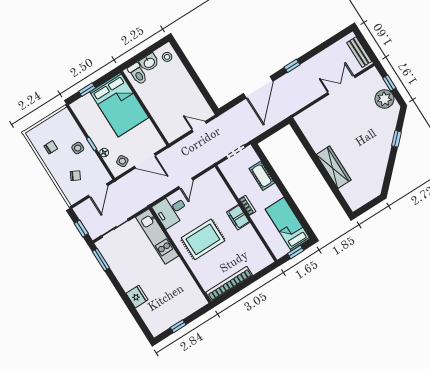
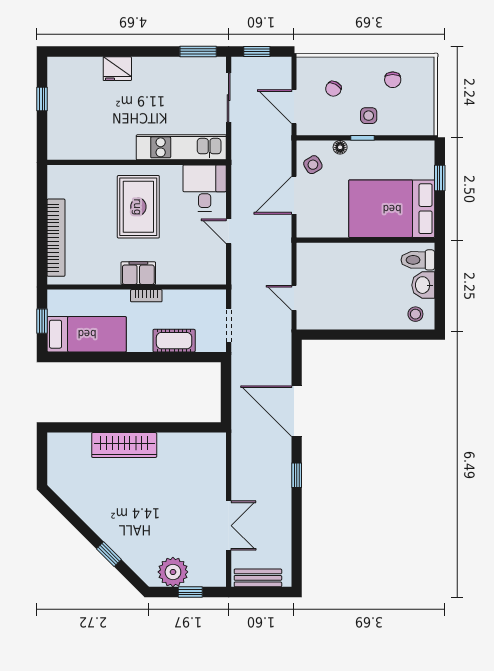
door: (199, 127) -> (294, 298), swing flipped
bookcase: (229, 284) -> (56, 238), moved

